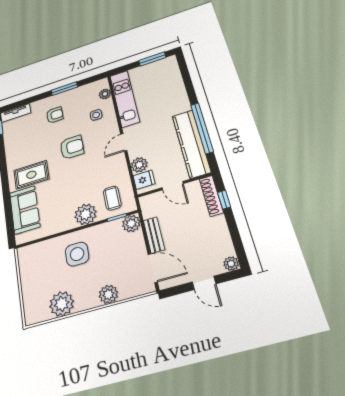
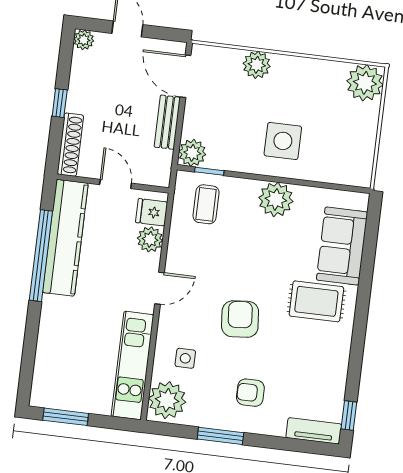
plant: (105, 94) -> (167, 400), width x1.88, depth x1.88
armchair: (72, 147) -> (240, 319), turned 85
window: (224, 200) -> (60, 103), moved
plant: (86, 214) -> (276, 199), moved
plant: (62, 304) -> (365, 83), moved

